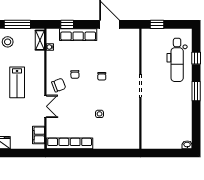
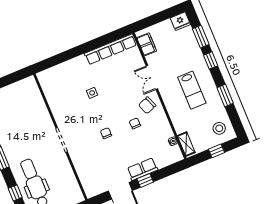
window: (17, 24) -> (217, 151), width x0.46
window: (67, 24) -> (145, 180), moved
row of seats: (78, 35) -> (142, 169), width x0.68
lab bench: (17, 82) -> (192, 90), turned 180

